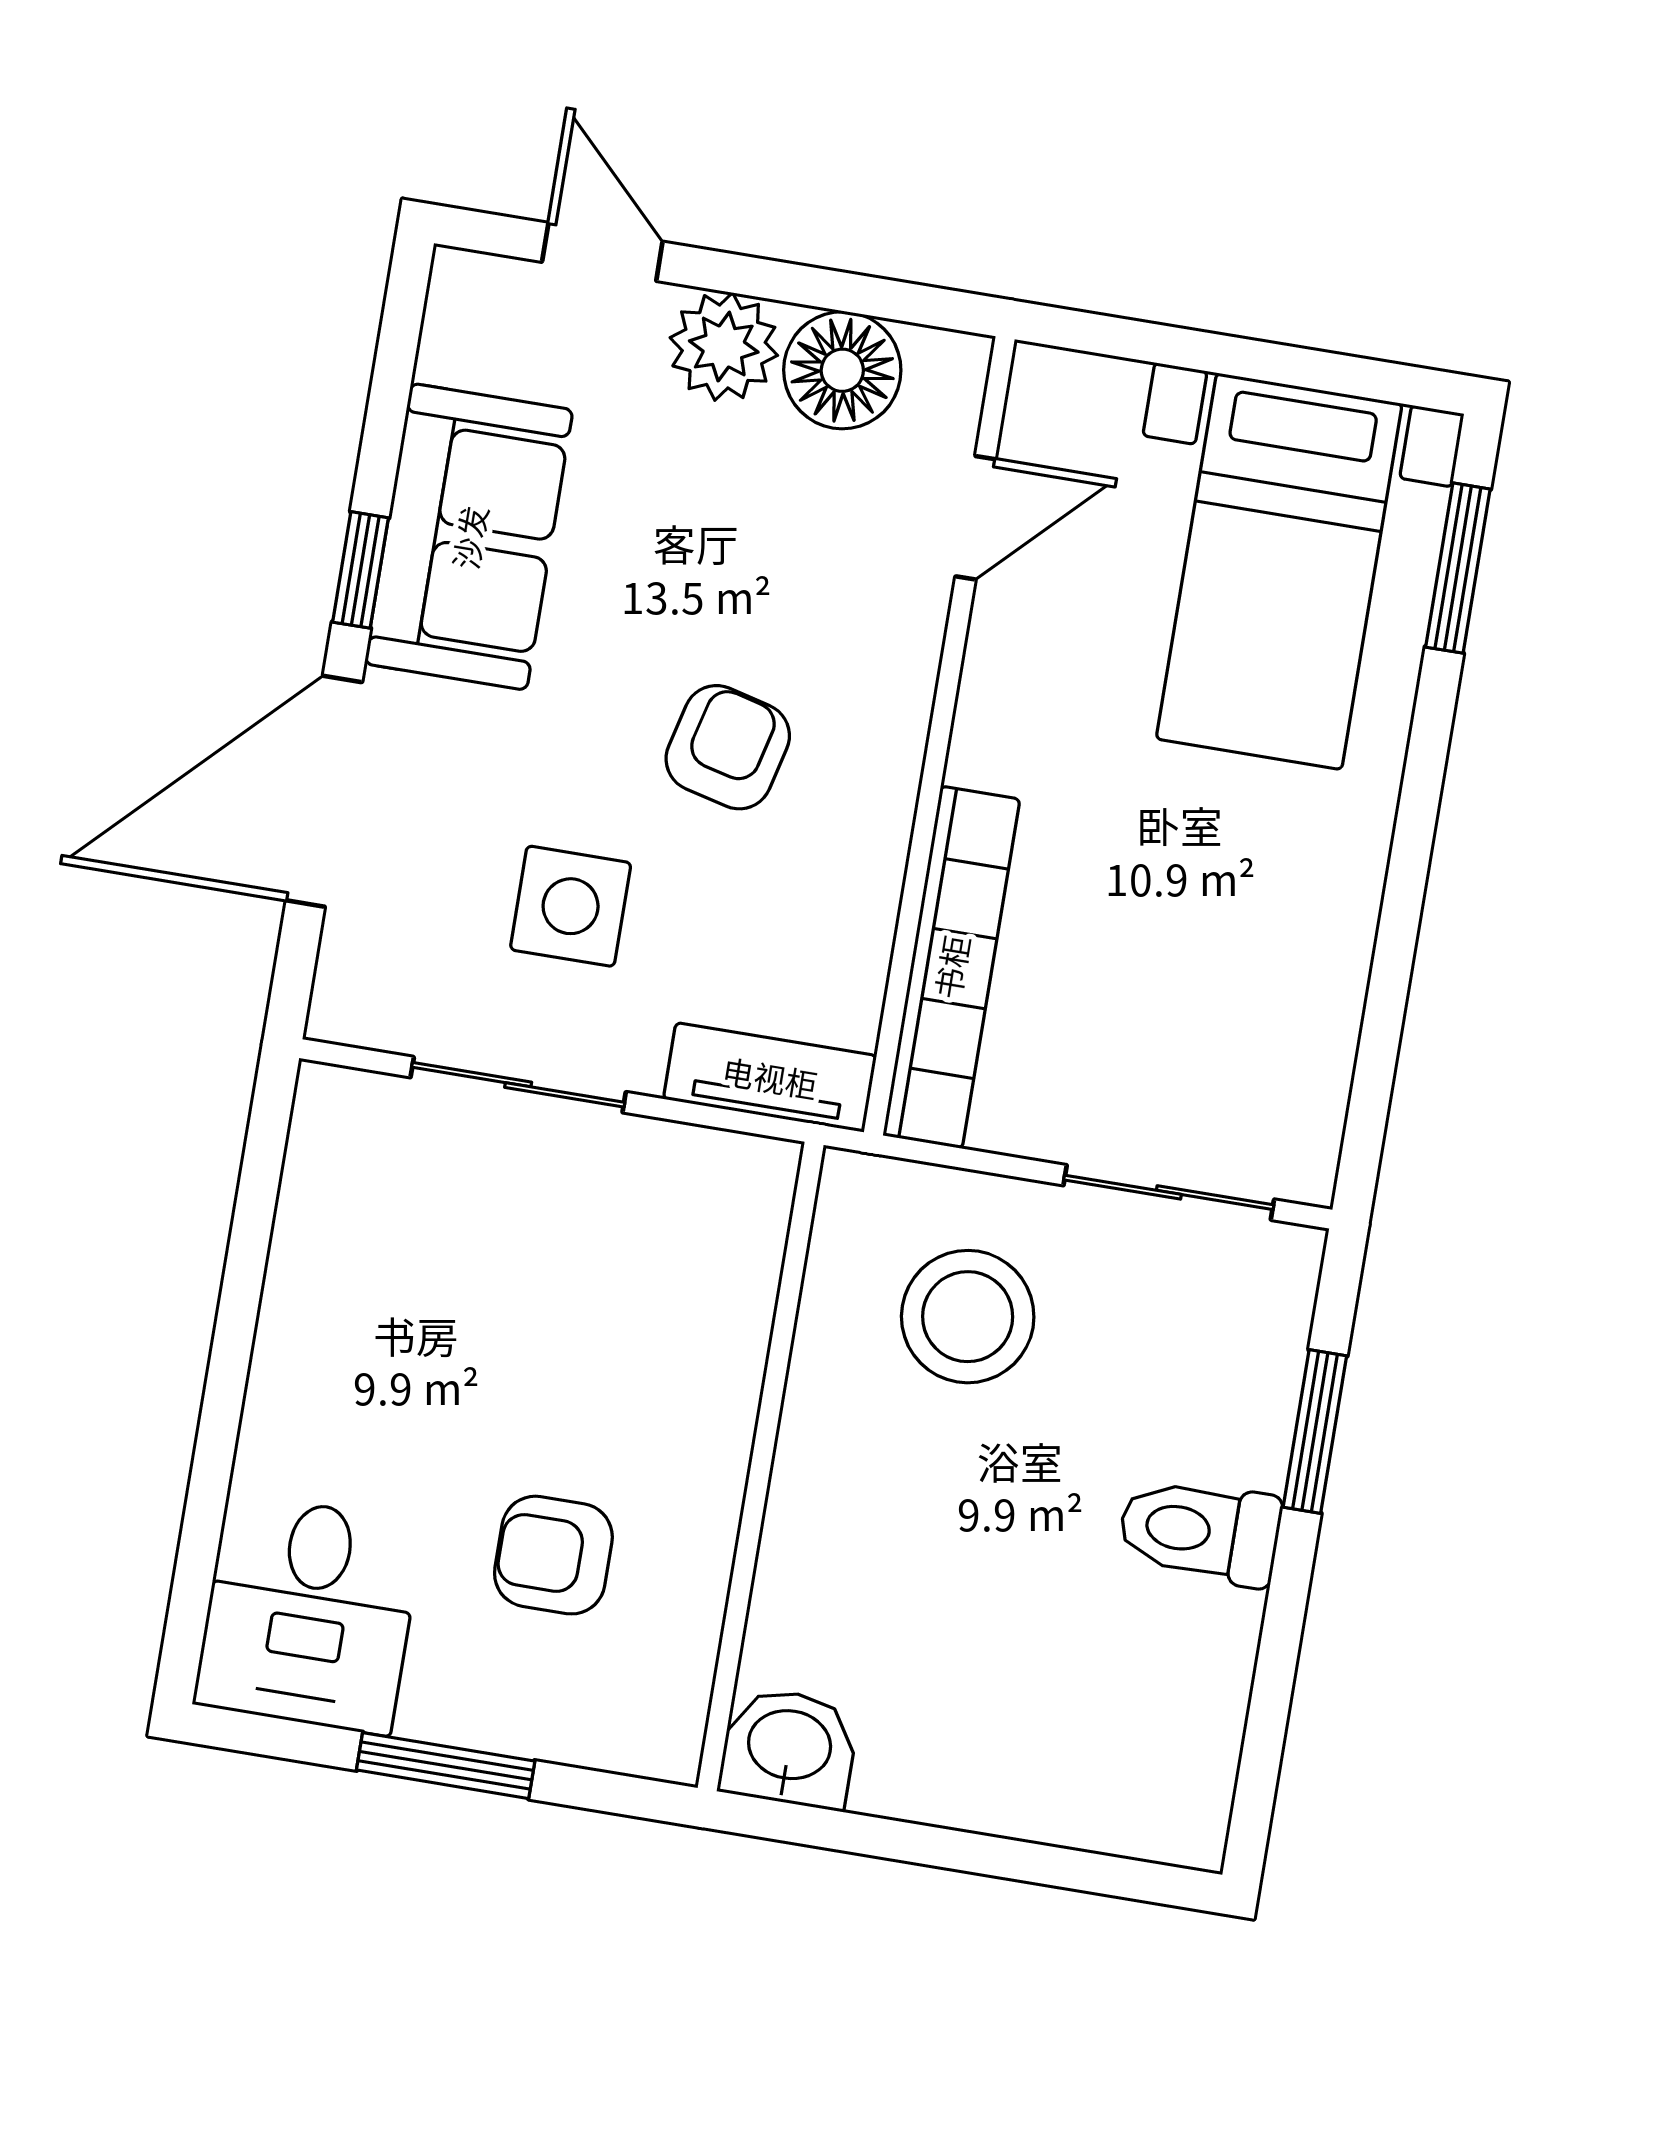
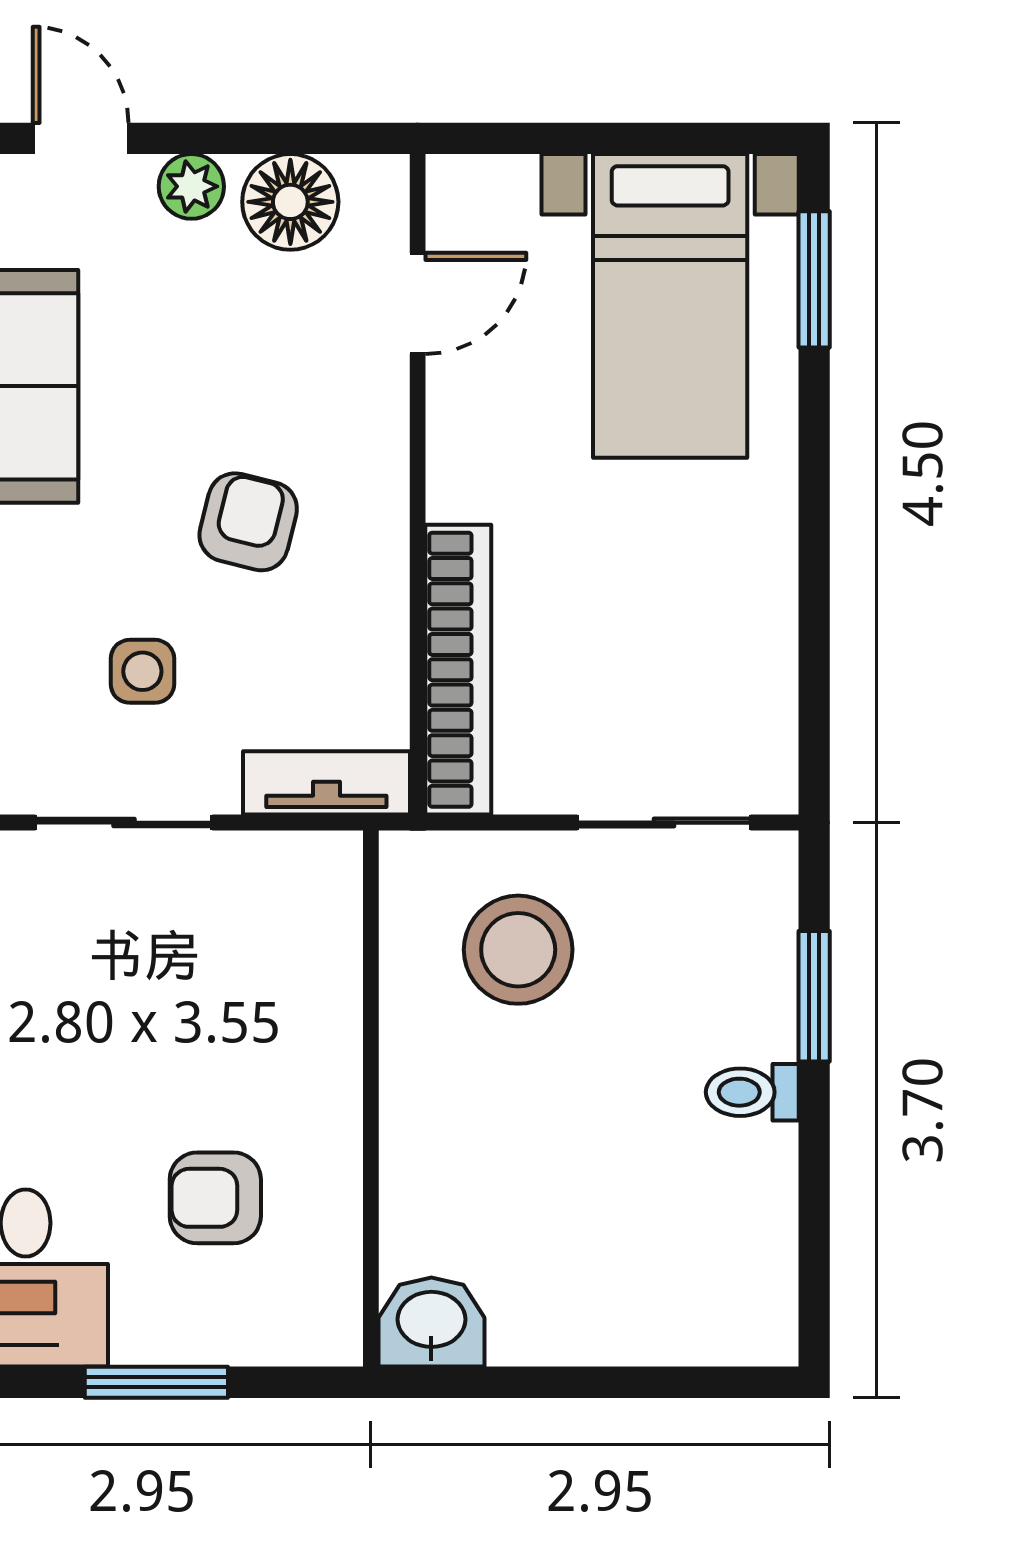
plant: (724, 347) -> (191, 186), width x0.73, depth x0.73
side table: (571, 906) -> (142, 671), width x0.73, depth x0.73
toilet: (1200, 1531) -> (752, 1092), width x0.73, depth x0.72

